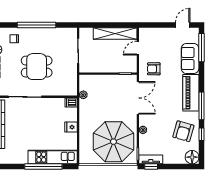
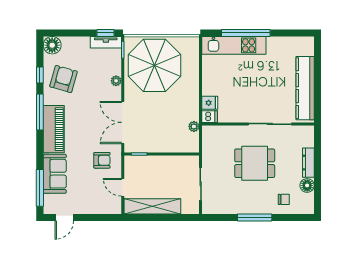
window: (37, 25) -> (255, 218), width x0.68
door: (138, 48) -> (123, 187), swing flipped
fridge: (71, 127) -> (210, 103), moved

